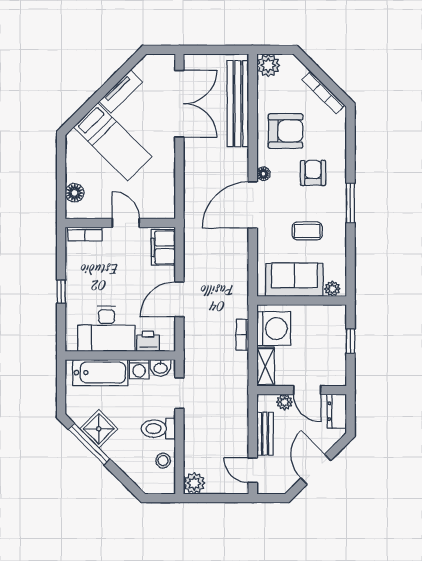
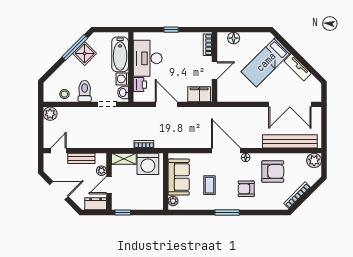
armchair: (286, 131) -> (273, 171), turned -90
armchair: (313, 173) -> (246, 189), turned 180
window: (350, 341) -> (123, 212), moved

